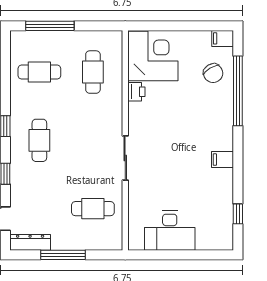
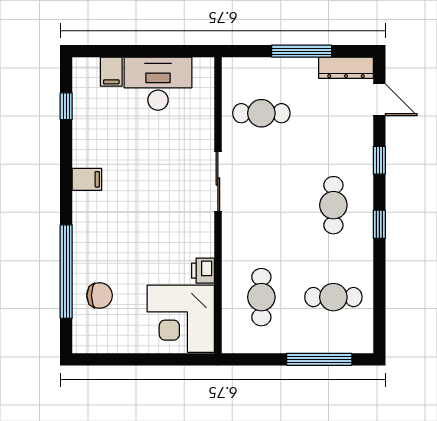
filing cabinet: (223, 38) -> (111, 72), moved, turned 90
chair: (213, 73) -> (100, 296), turned 121

